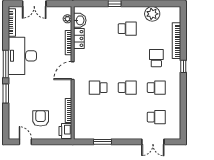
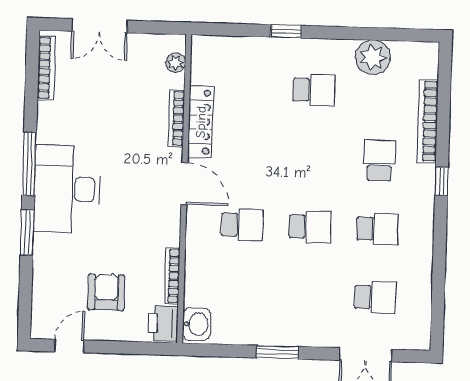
washbasin: (80, 20) -> (197, 324), moved
locker: (79, 38) -> (201, 122), width x1.53
desk: (22, 56) -> (67, 189), moved
door: (73, 71) -> (184, 184), swing flipped
school desk: (98, 88) -> (242, 225), turned 180
door: (25, 142) -> (69, 346), hinge flipped
window: (102, 142) -> (277, 352), moved

